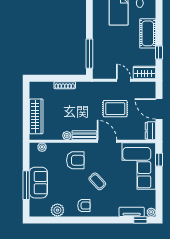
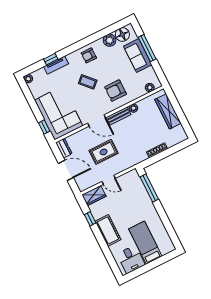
floor lamp: (43, 209) -> (122, 35), added
tv unit: (132, 212) -> (56, 65), moved
window: (140, 220) -> (51, 59), moved

